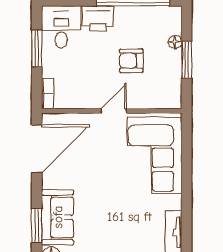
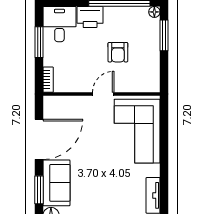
floor lamp: (175, 42) -> (154, 12), moved
window: (187, 60) -> (164, 35), moved
armchair: (131, 61) -> (118, 52), turned -90
door: (37, 149) -> (39, 139), moved

